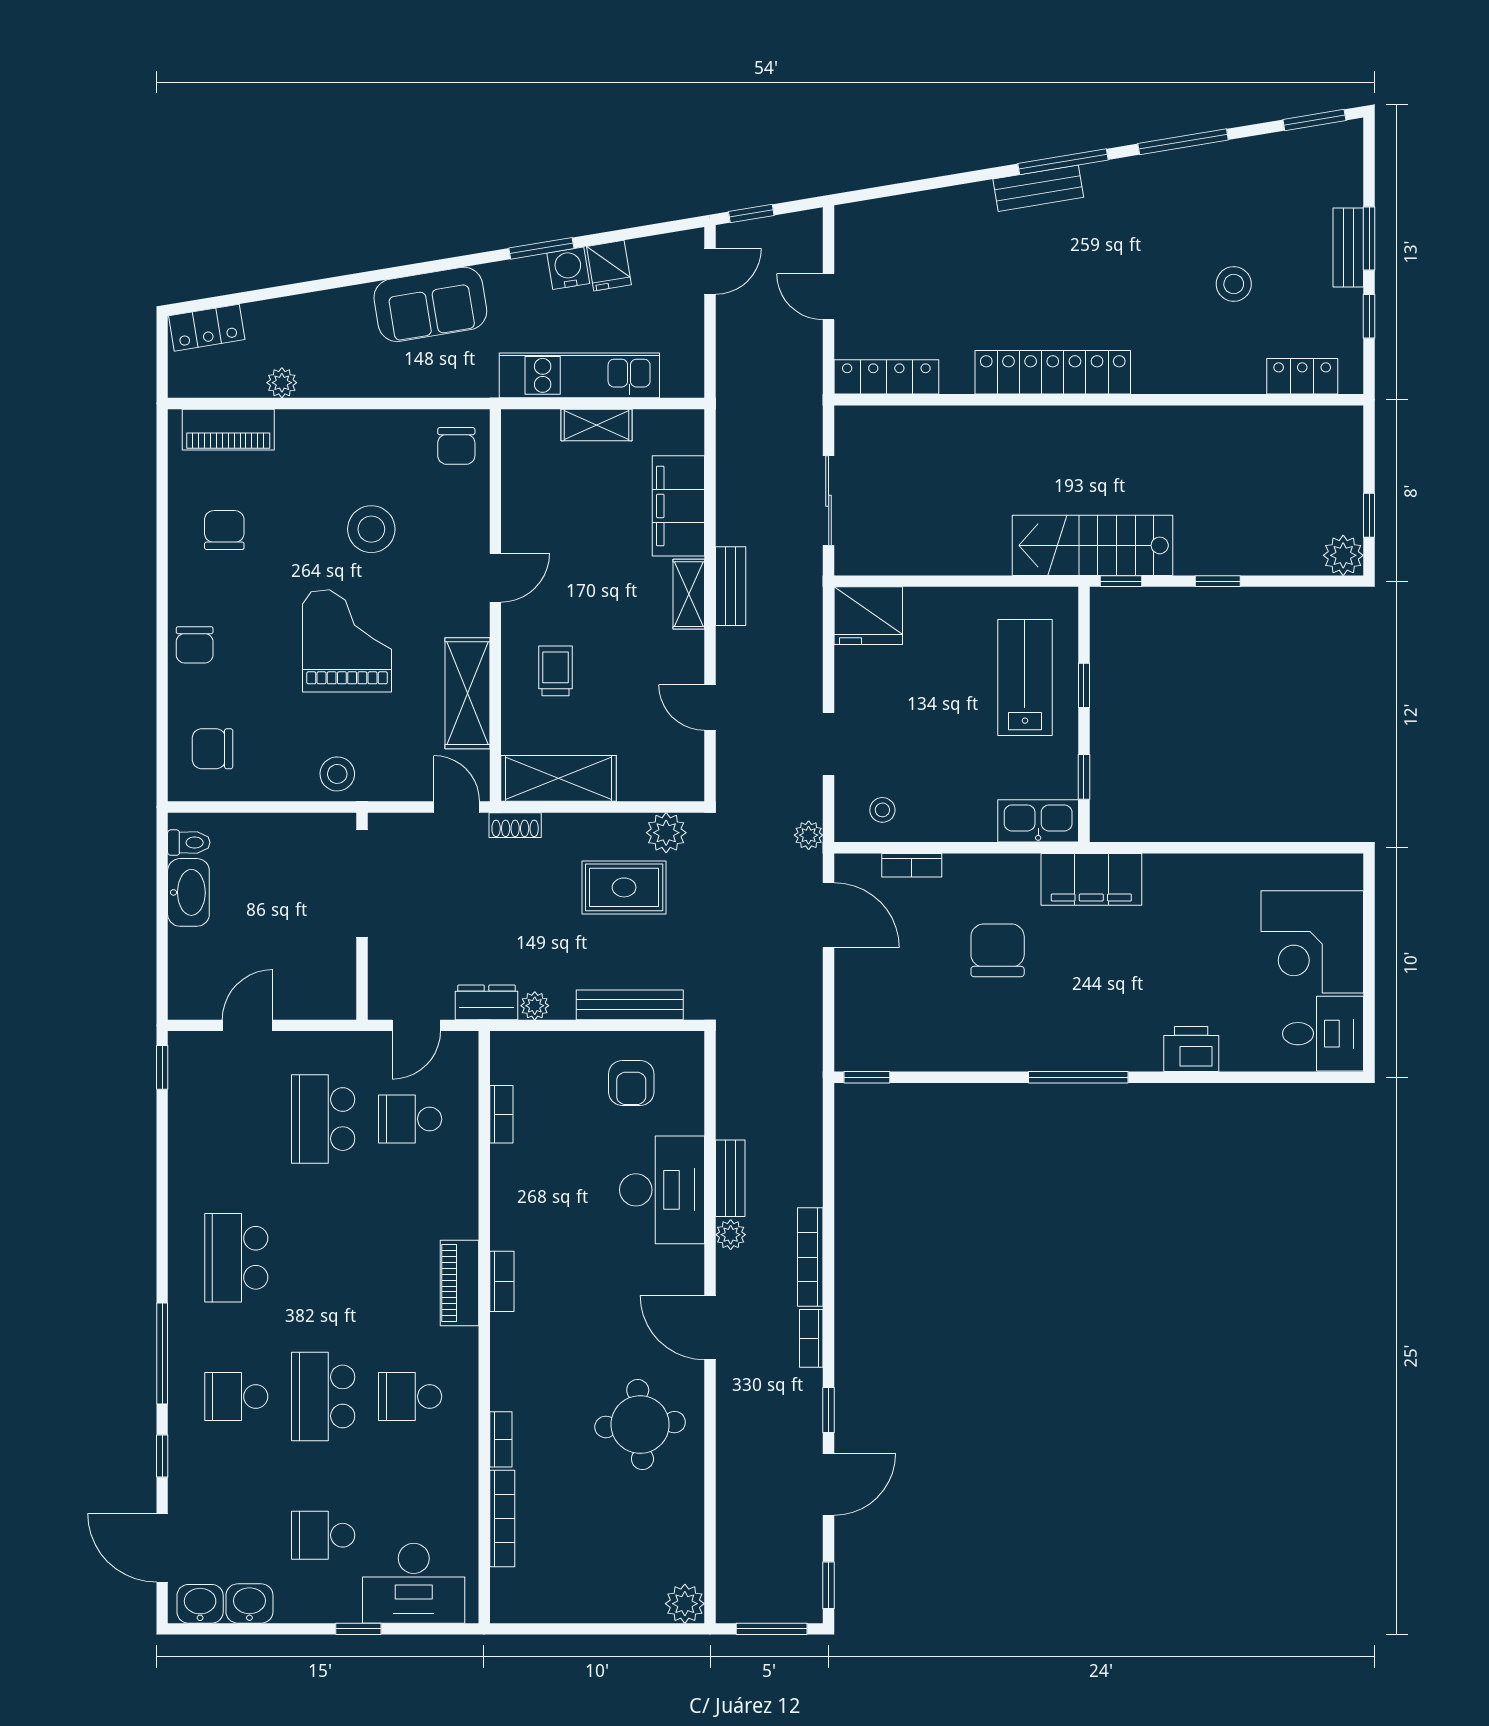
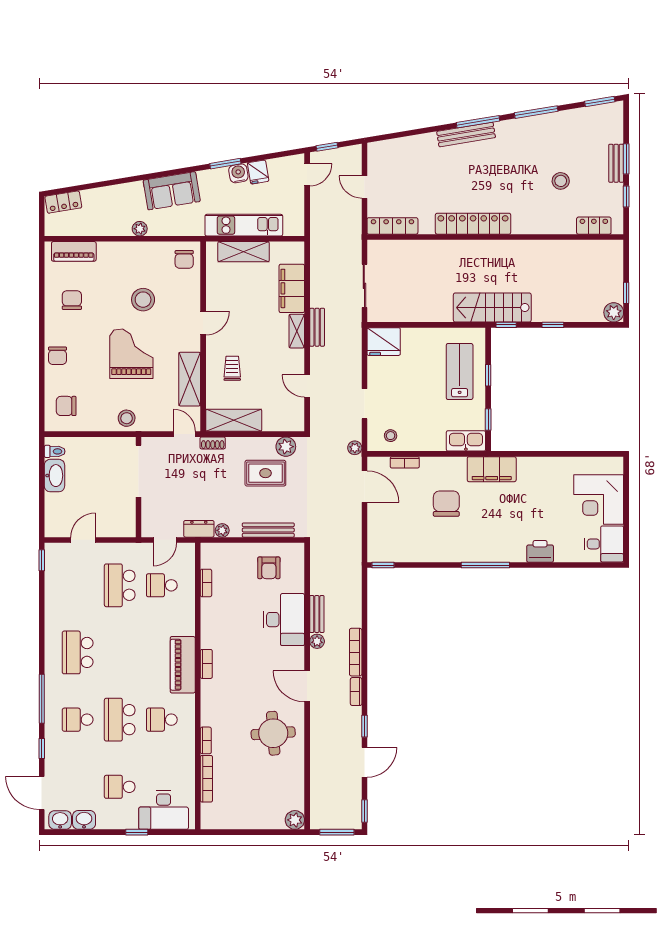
bench: (1038, 188) -> (466, 135), width x1.36
plant: (282, 383) -> (140, 229), moved
shelving: (596, 425) -> (244, 252), width x1.50, depth x1.33
piano: (459, 1283) -> (183, 665), width x1.37, depth x1.33

